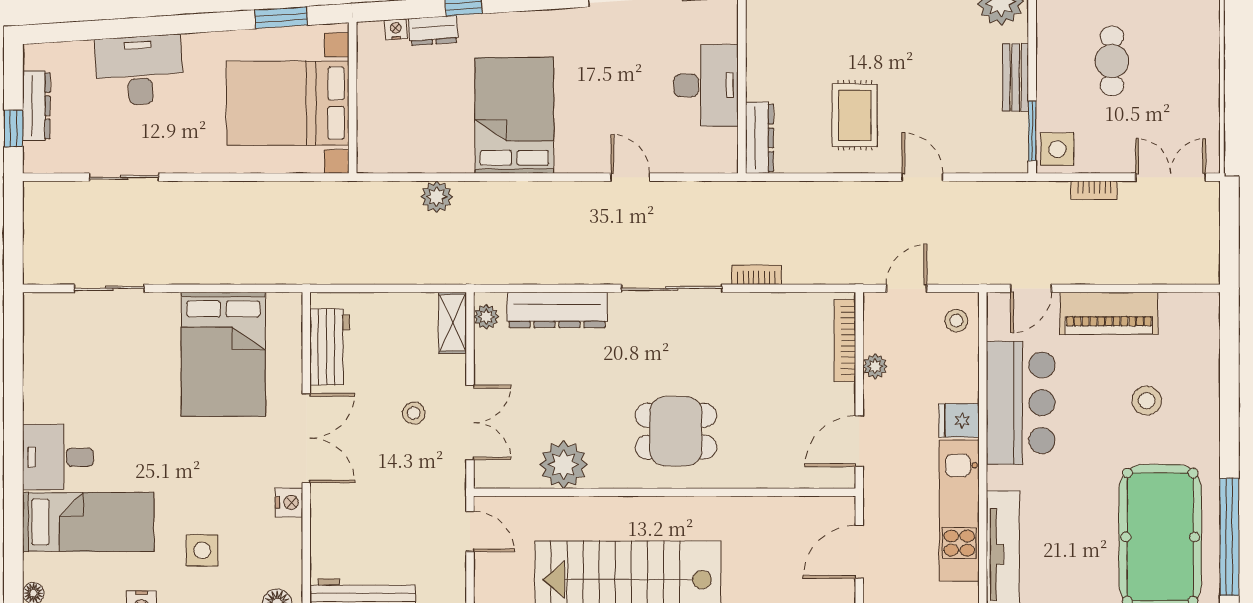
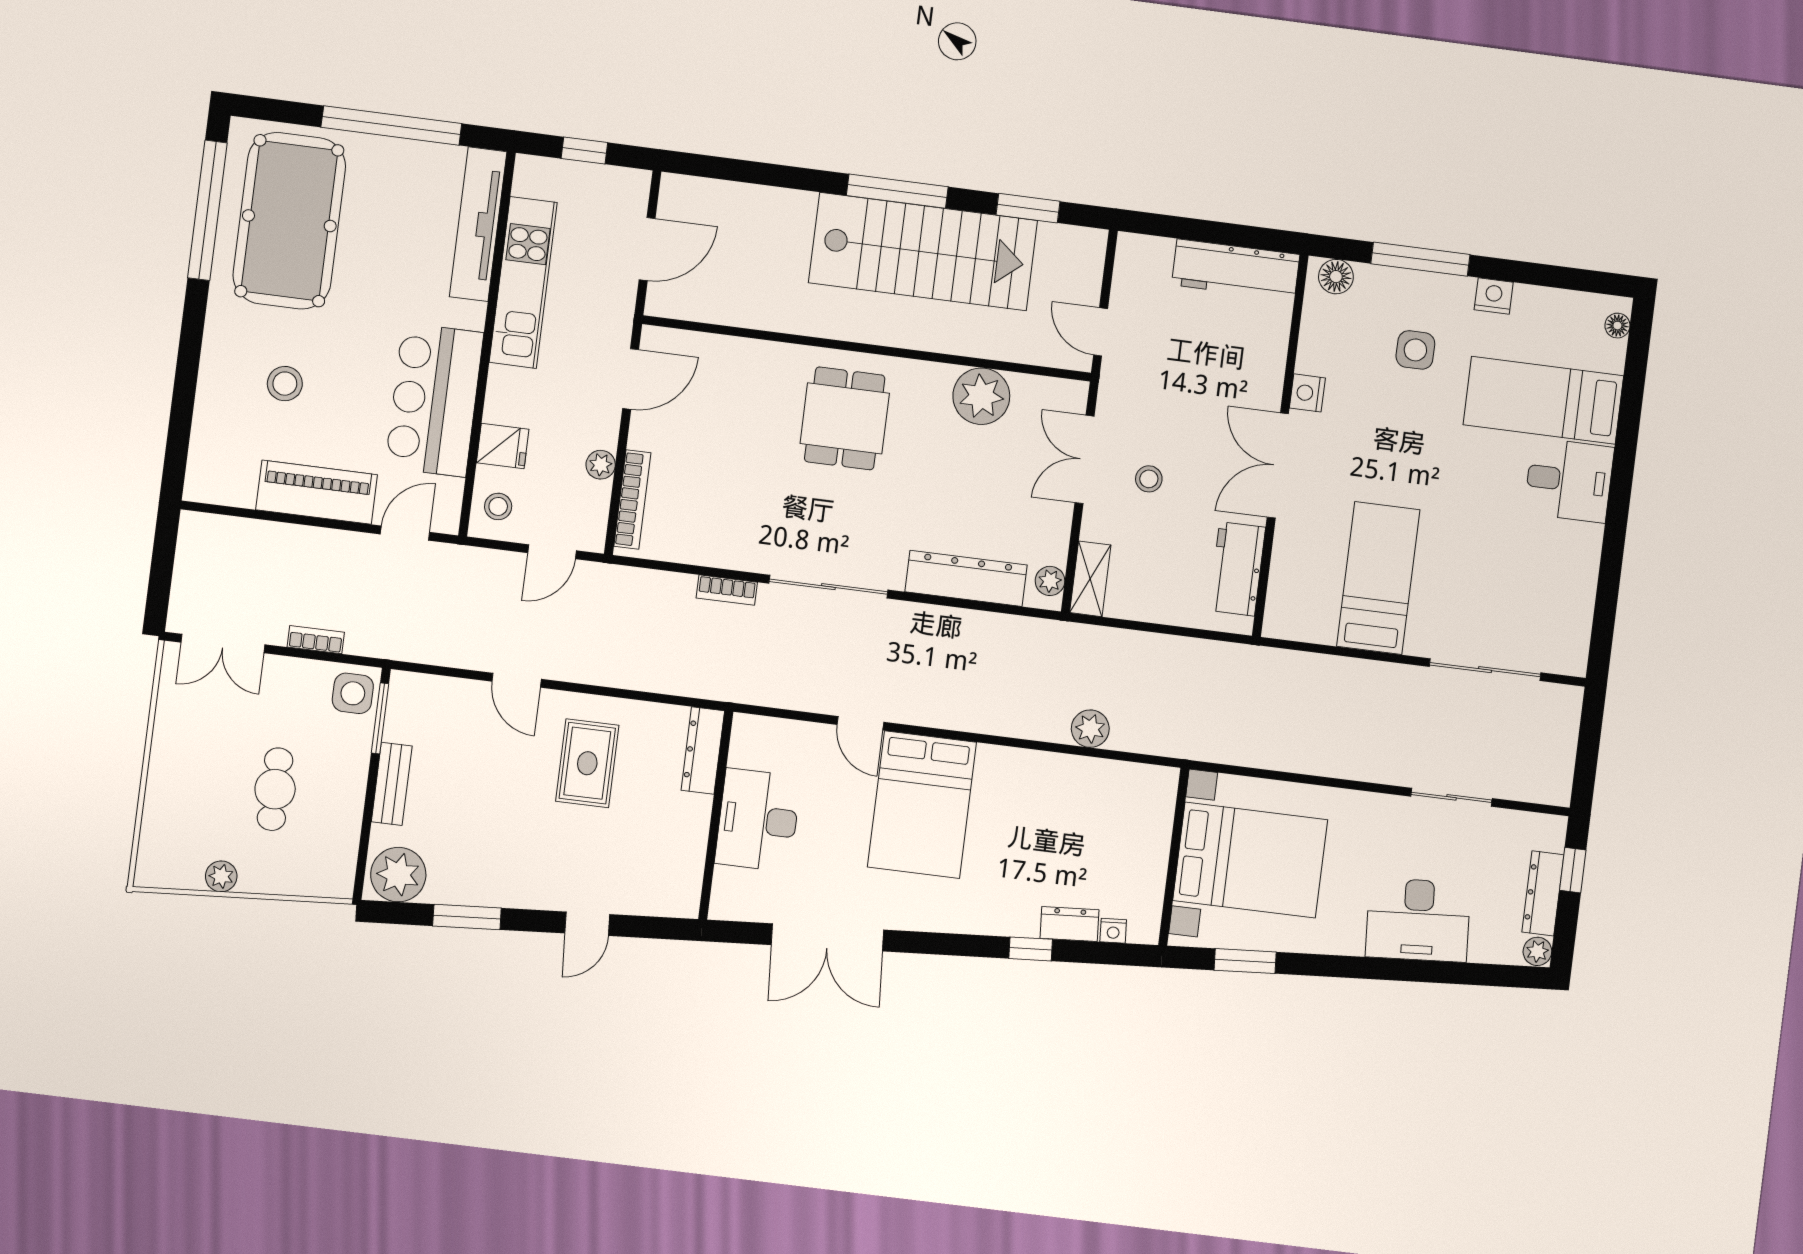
plant: (35, 56) -> (1537, 951), added
bed: (514, 115) -> (922, 805), moved
sliding door: (109, 288) -> (1485, 670), width x1.37
bed: (223, 354) -> (1378, 578), width x0.67
fridge: (959, 421) -> (503, 446), moved
dining table: (676, 431) -> (845, 418), turned 90

